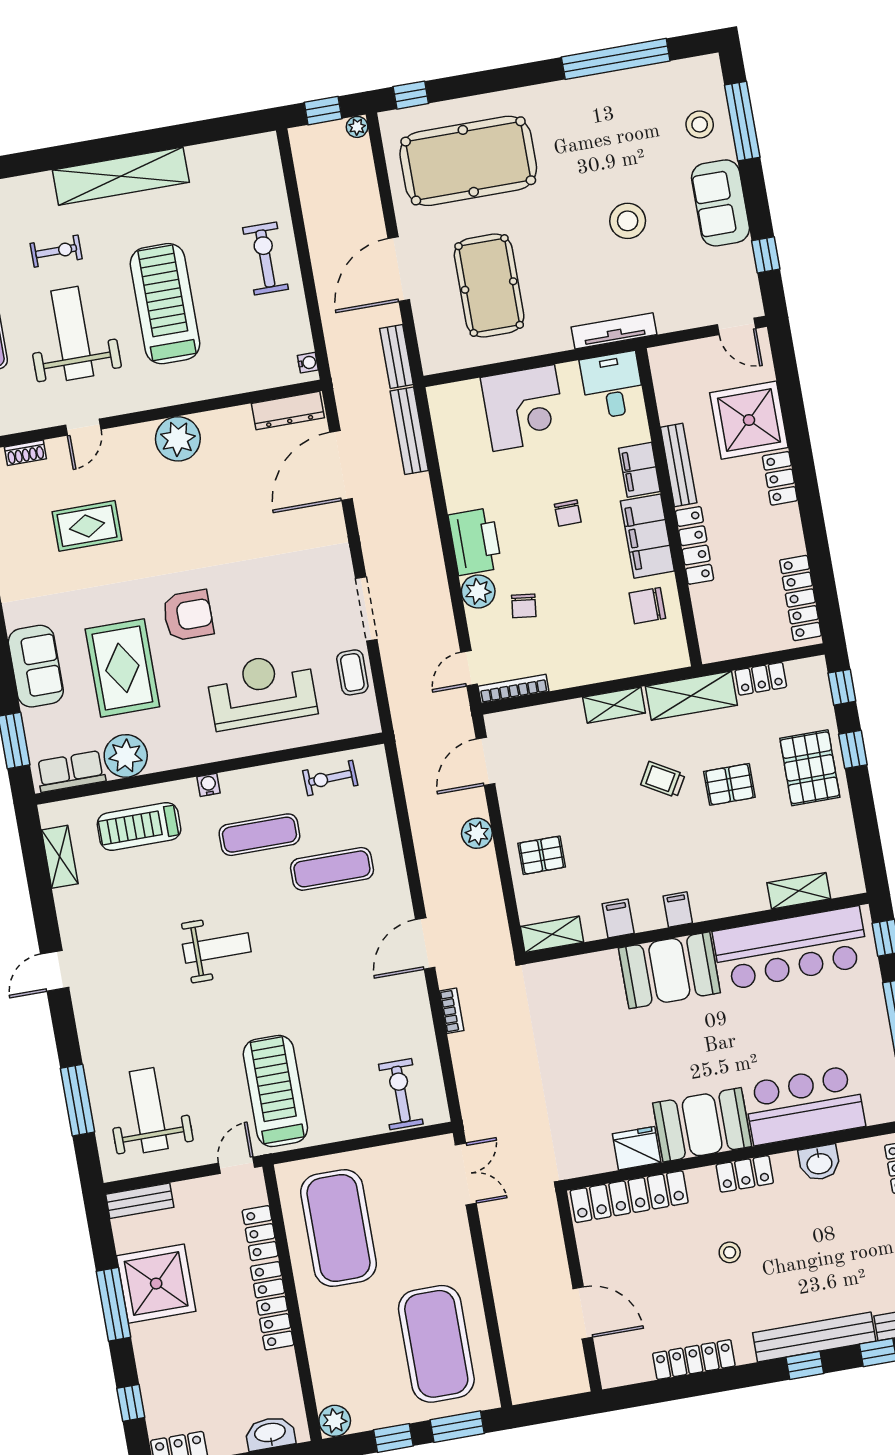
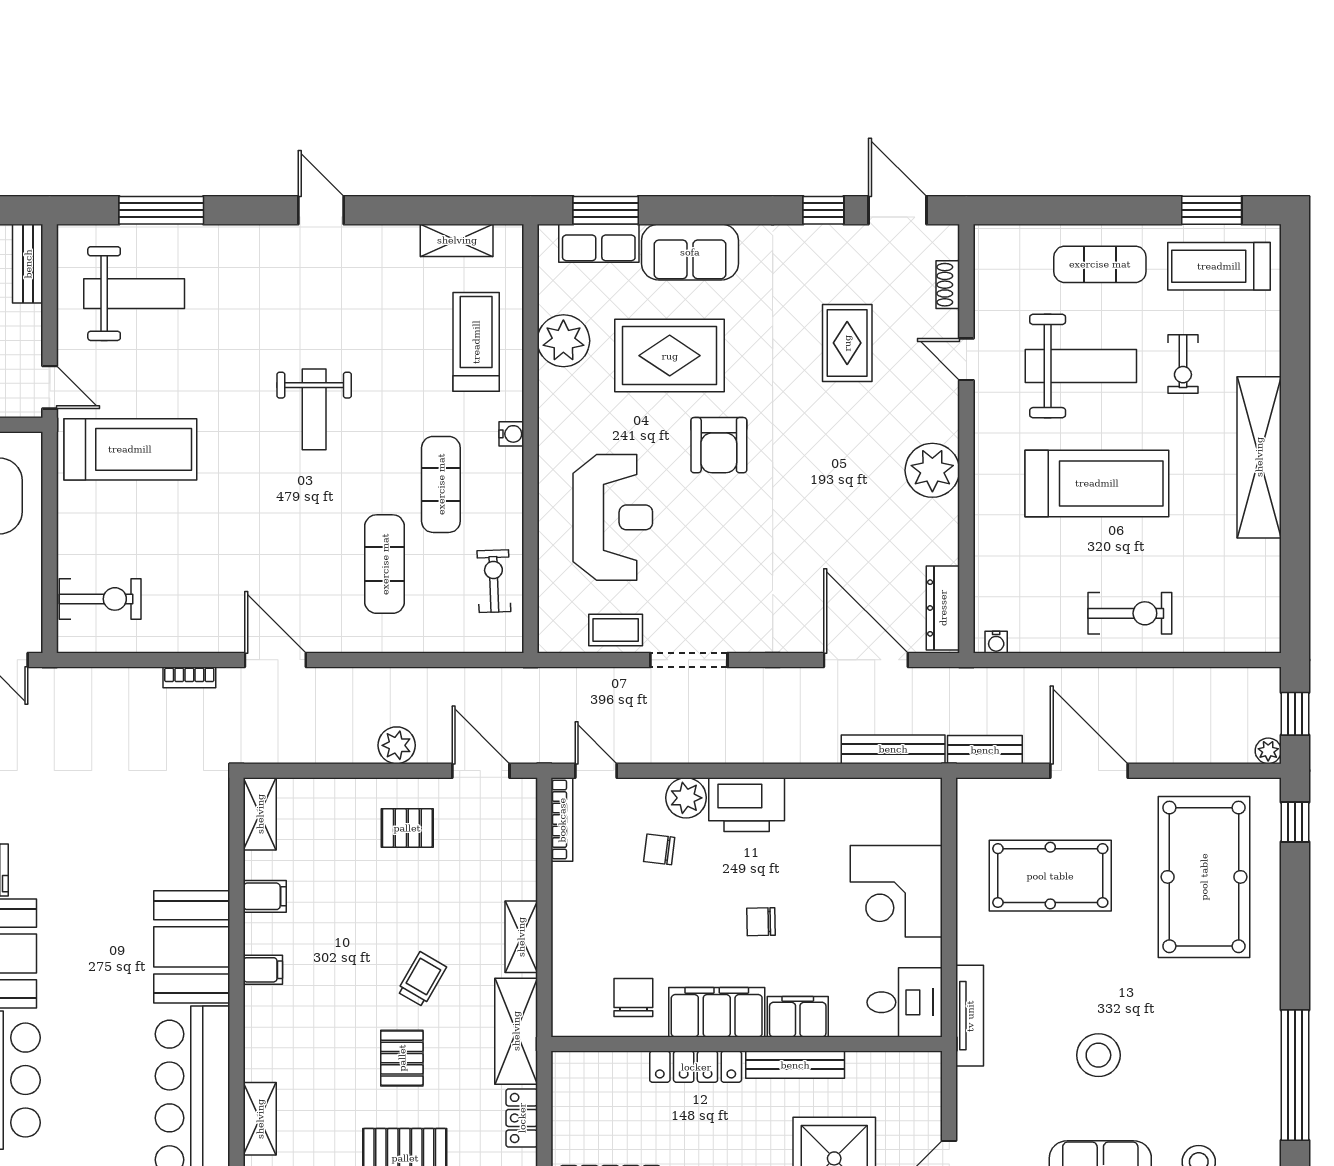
row of seats: (71, 771) -> (599, 243), moved, turned 90
pallet: (542, 855) -> (407, 828), moved, turned 90

